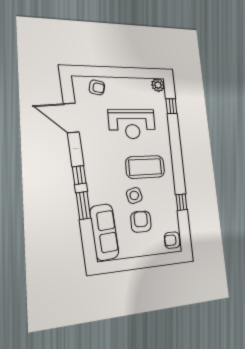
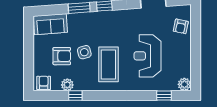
plant: (171, 212) -> (67, 85), added
sofa: (104, 232) -> (50, 24), width x0.73

